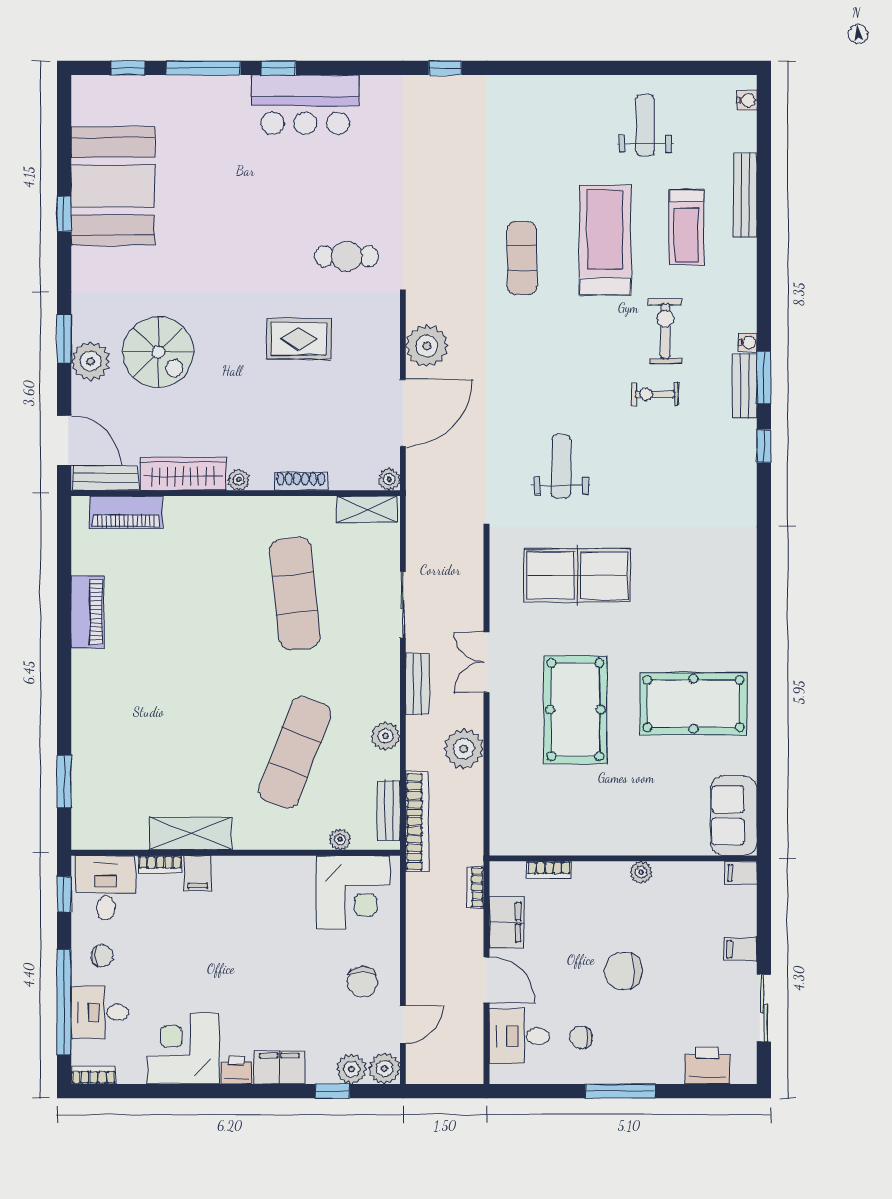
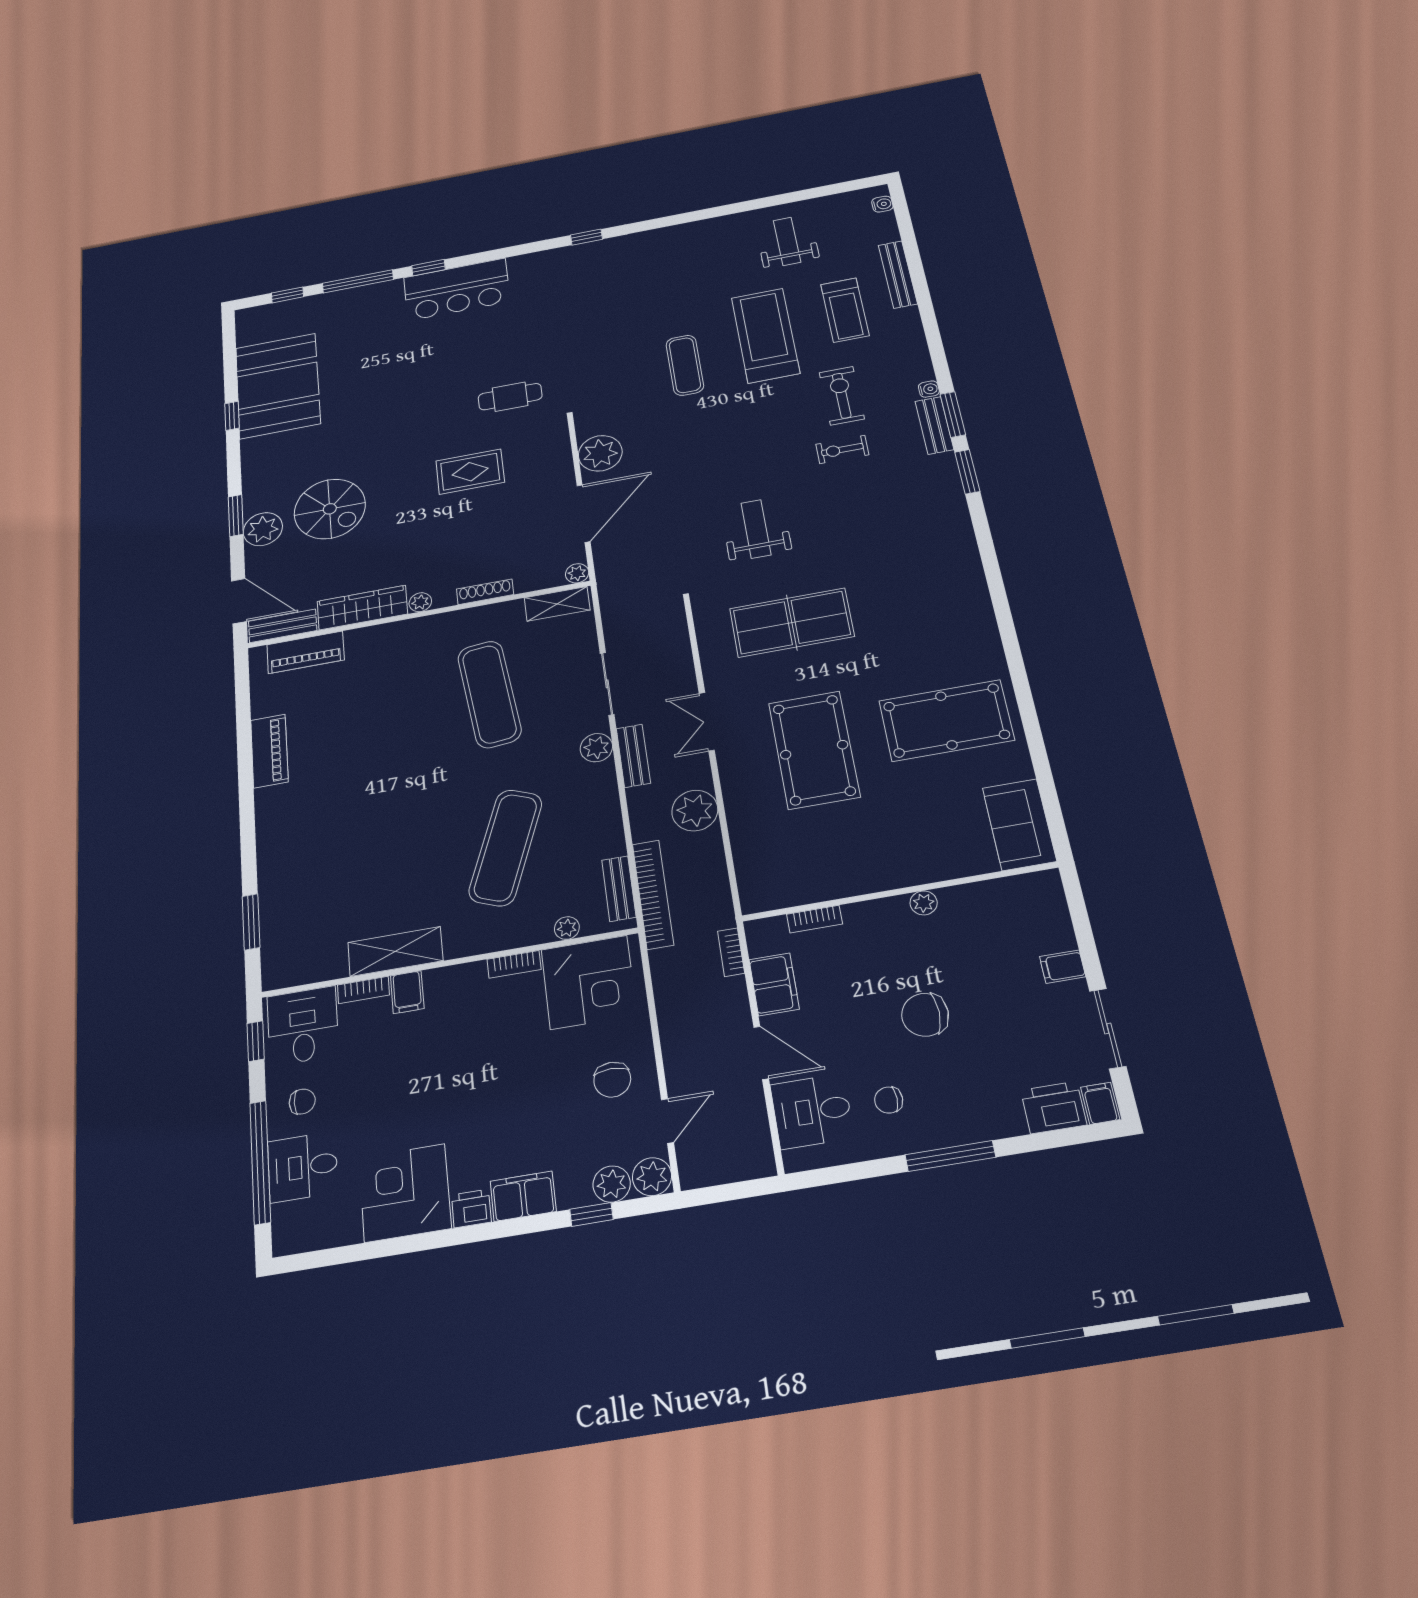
window: (764, 446) -> (967, 472), width x1.50
plant: (386, 736) -> (596, 748), moved
filing cabinet: (741, 873) -> (1100, 1103), moved, turned 90
bookcase: (94, 1075) -> (514, 964), moved, turned 180

